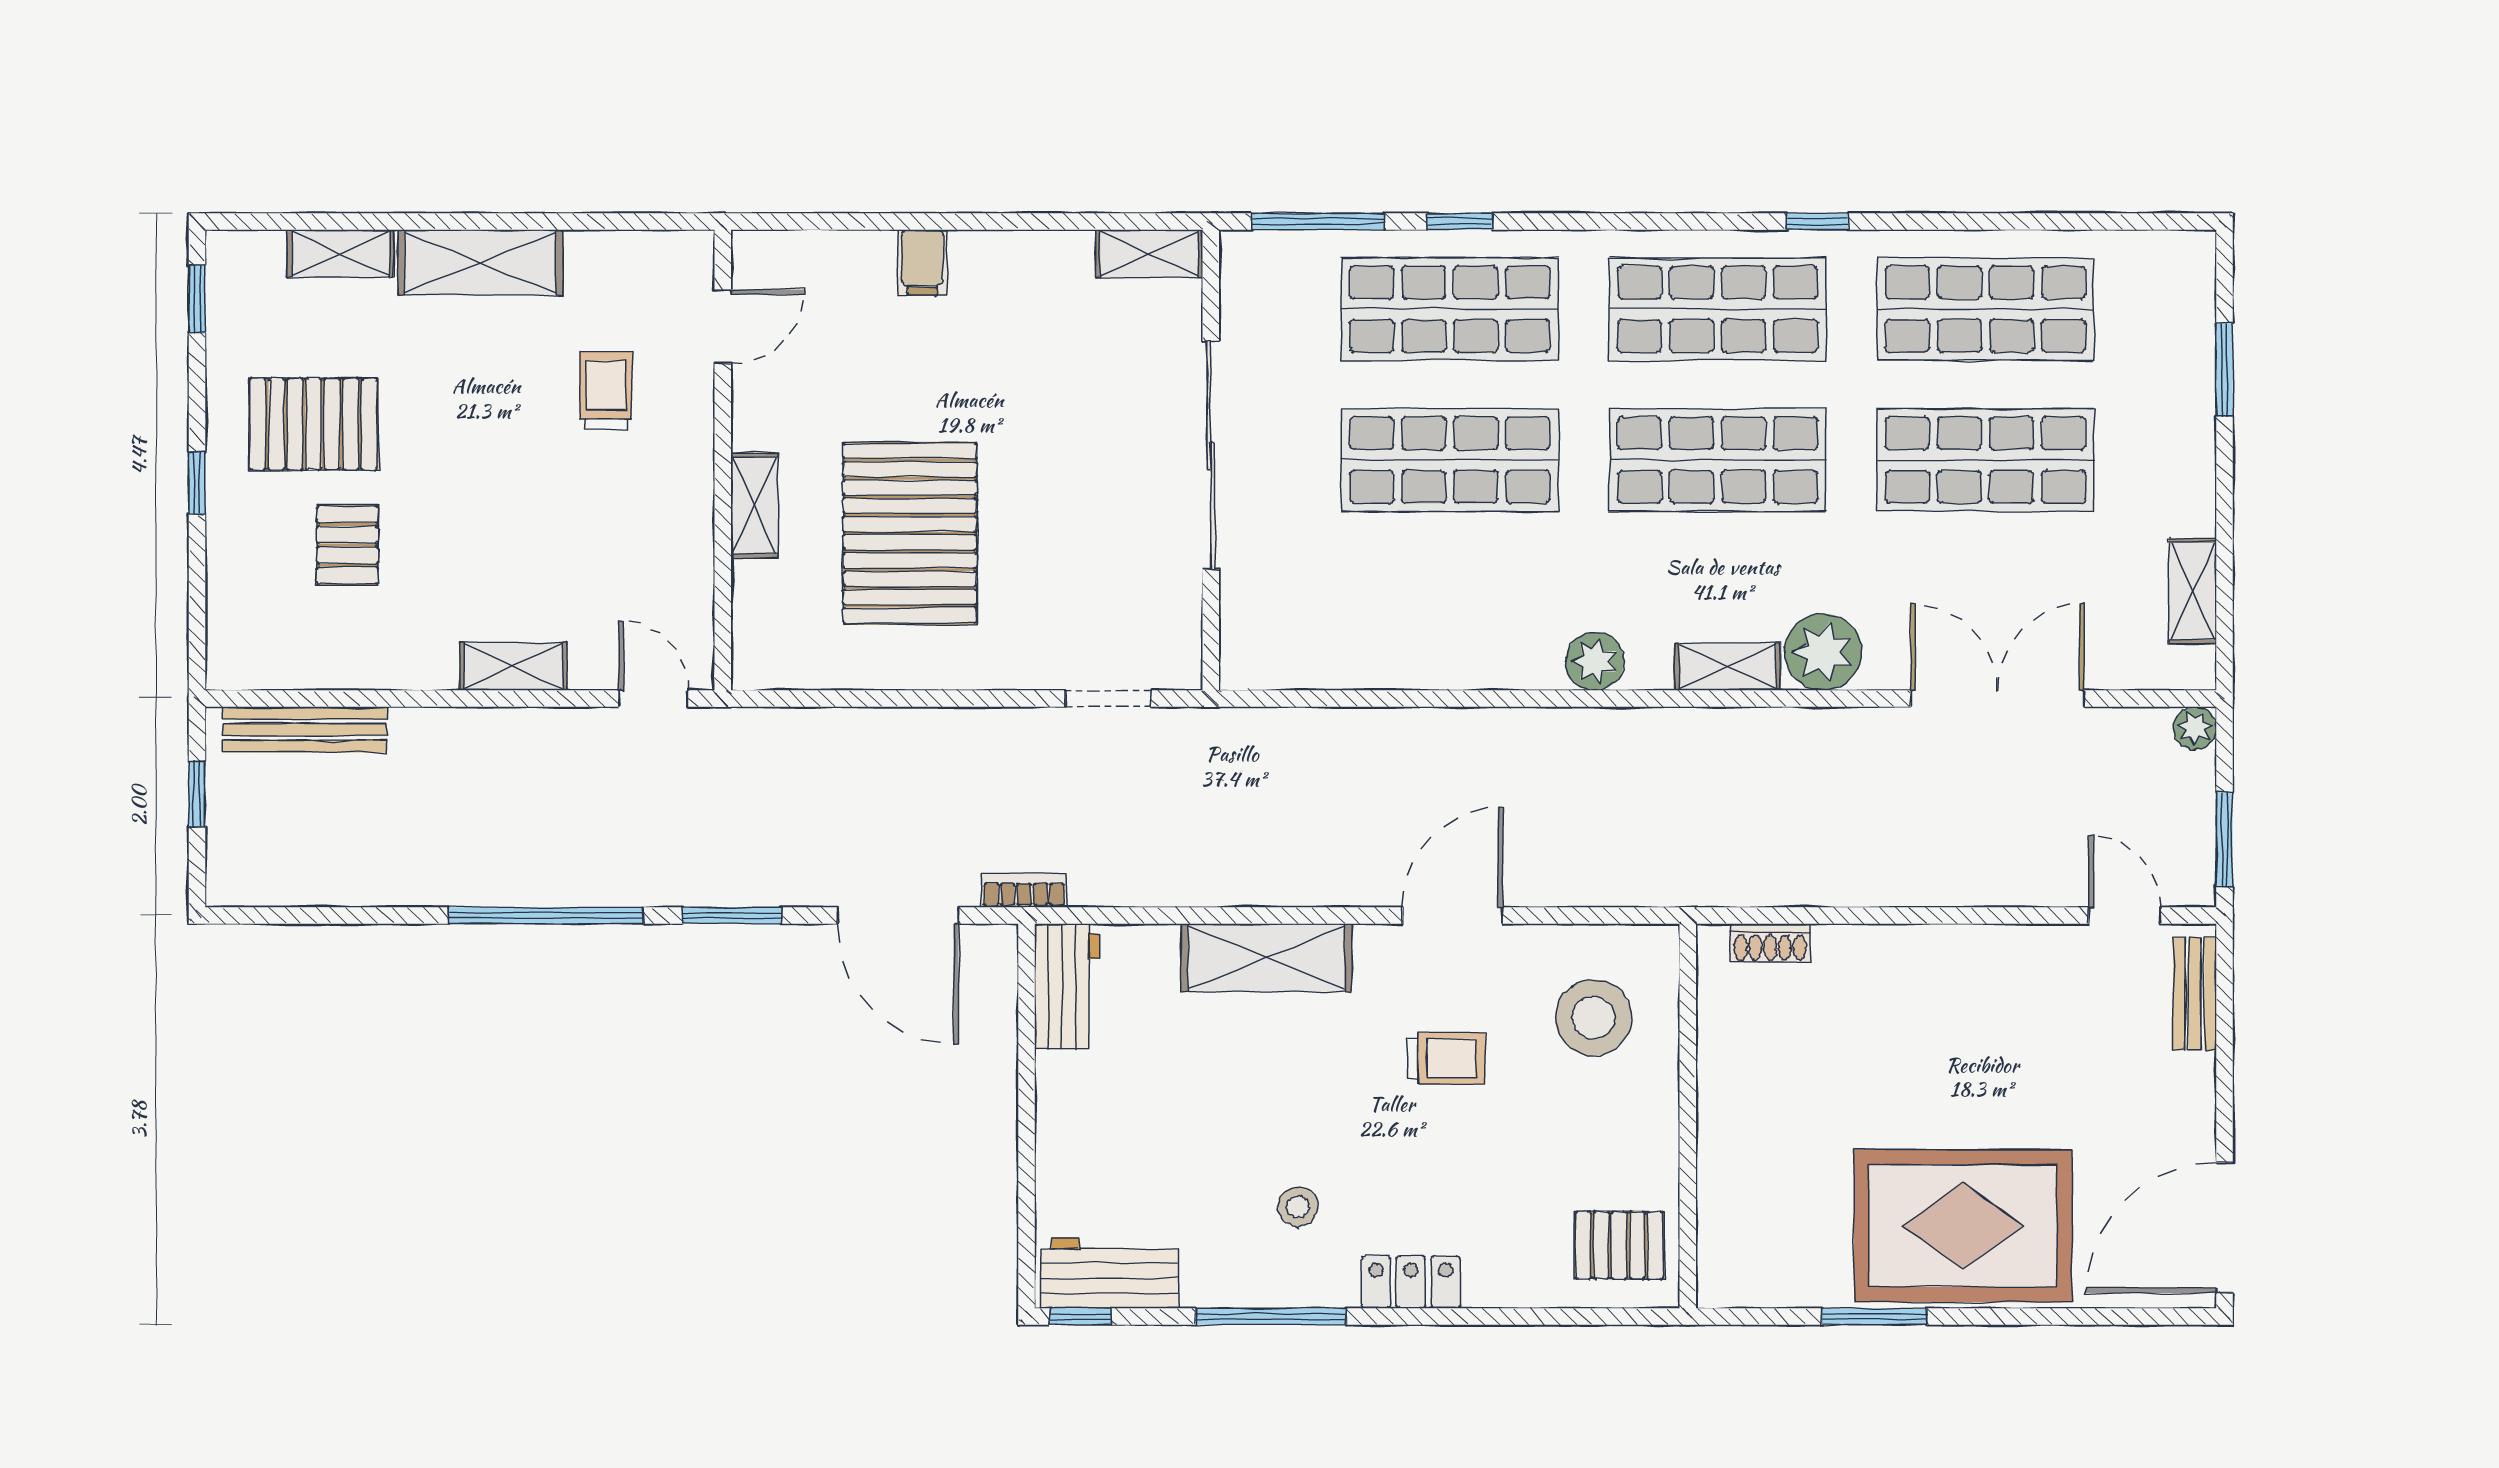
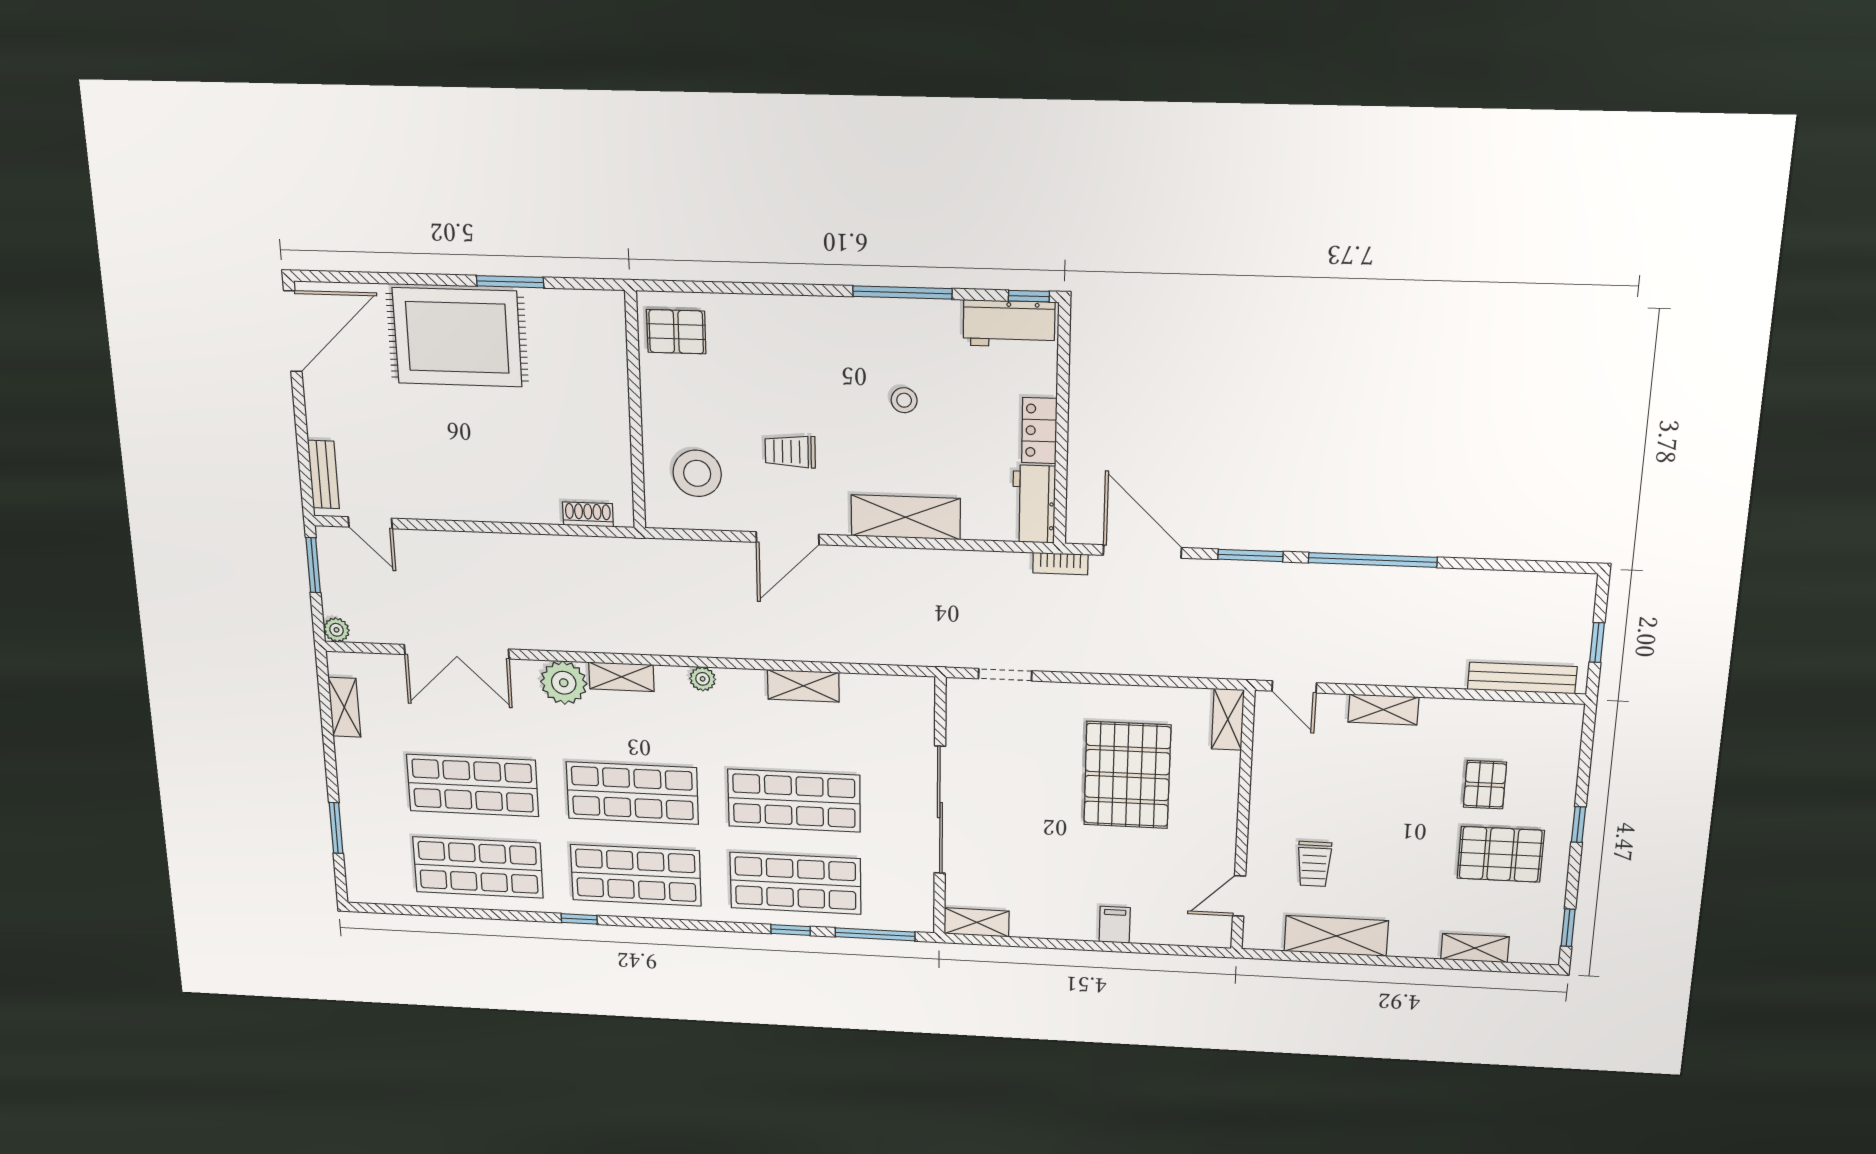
shelving: (480, 263) -> (1336, 936), moved
shelving: (755, 506) -> (1228, 719), moved
plant: (1595, 661) -> (703, 679), width x0.73, depth x0.73
shelving: (1431, 665) -> (803, 686), added
stool: (1298, 1207) -> (904, 400), moved
locker: (1411, 1282) -> (1039, 431), moved, turned 90

